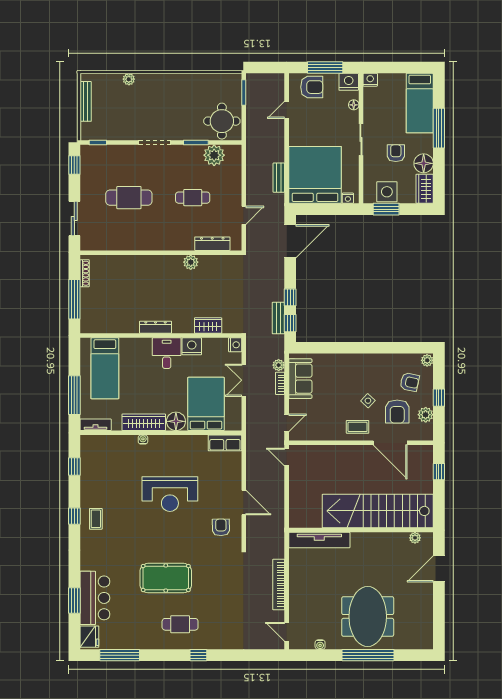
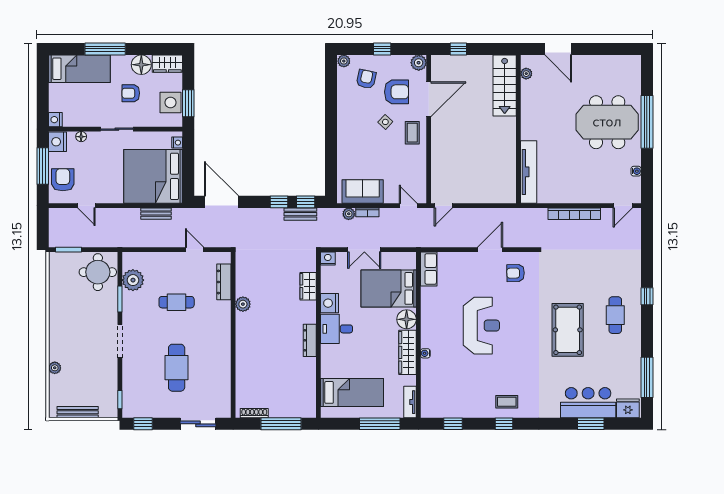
cafe table: (193, 198) -> (177, 302), turned 90
plant: (426, 415) -> (419, 63), moved
stairs: (378, 511) -> (505, 85), width x0.54, depth x0.66

